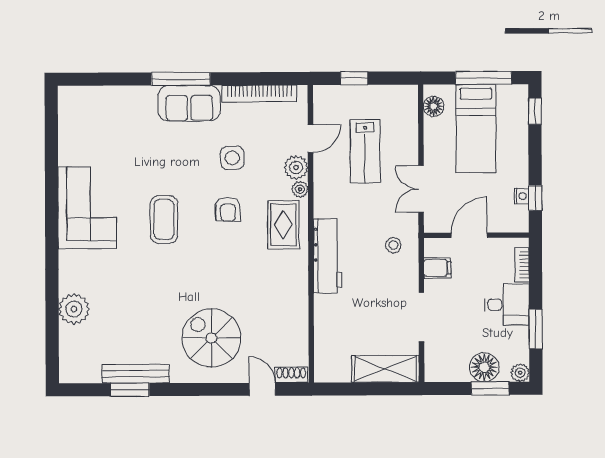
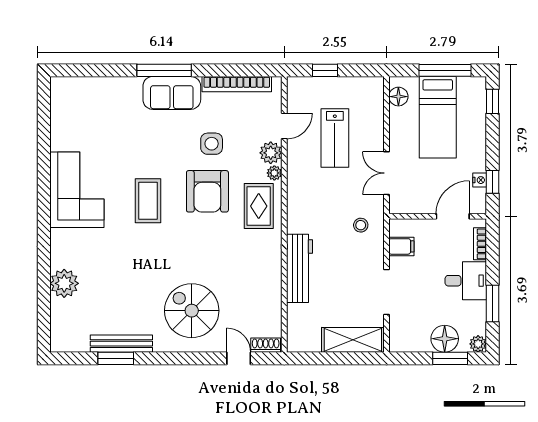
armchair: (228, 209) -> (207, 191), width x1.88, depth x1.88
door: (469, 235) -> (453, 216), moved
workbench: (327, 256) -> (300, 268), moved

